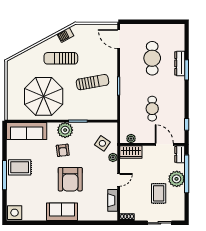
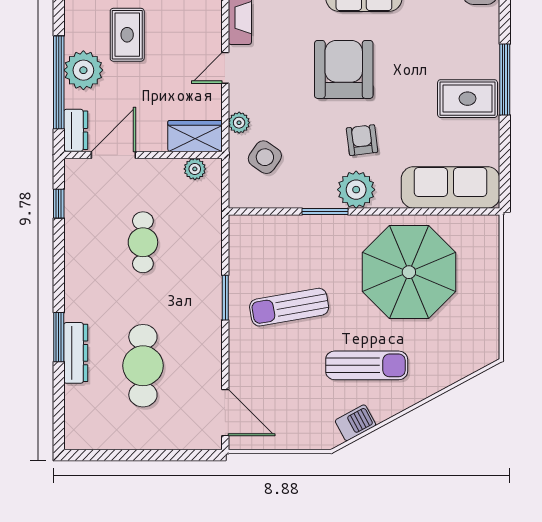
door: (164, 144) -> (113, 155), swing flipped

